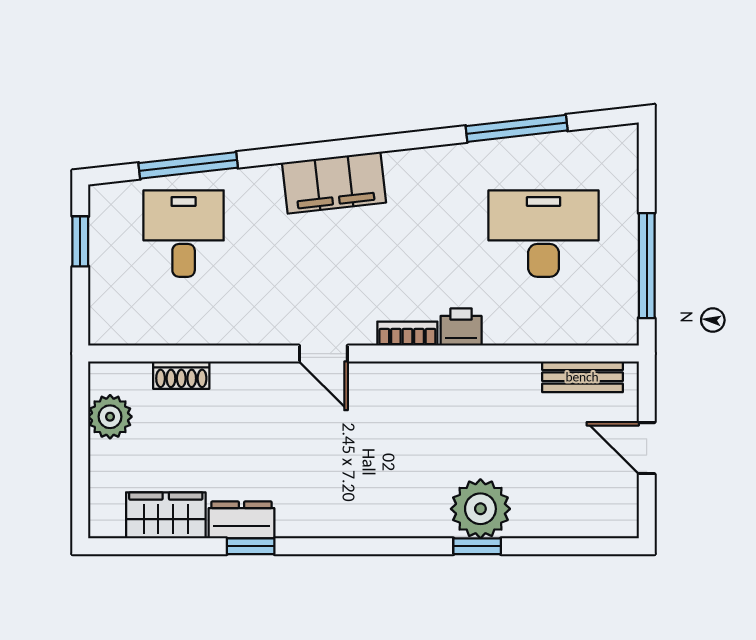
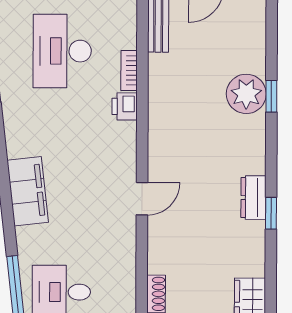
bookcase: (407, 334) -> (129, 70), moved
dresser: (242, 520) -> (253, 198), moved
window: (251, 546) -> (271, 213), moved

